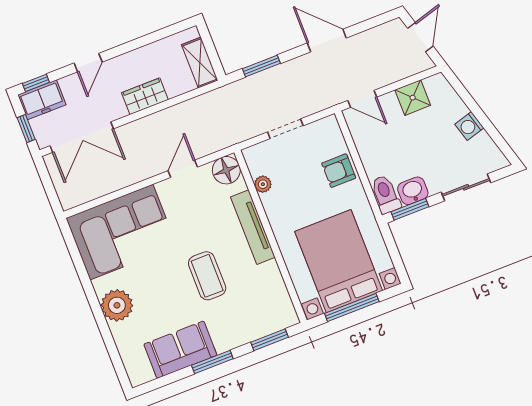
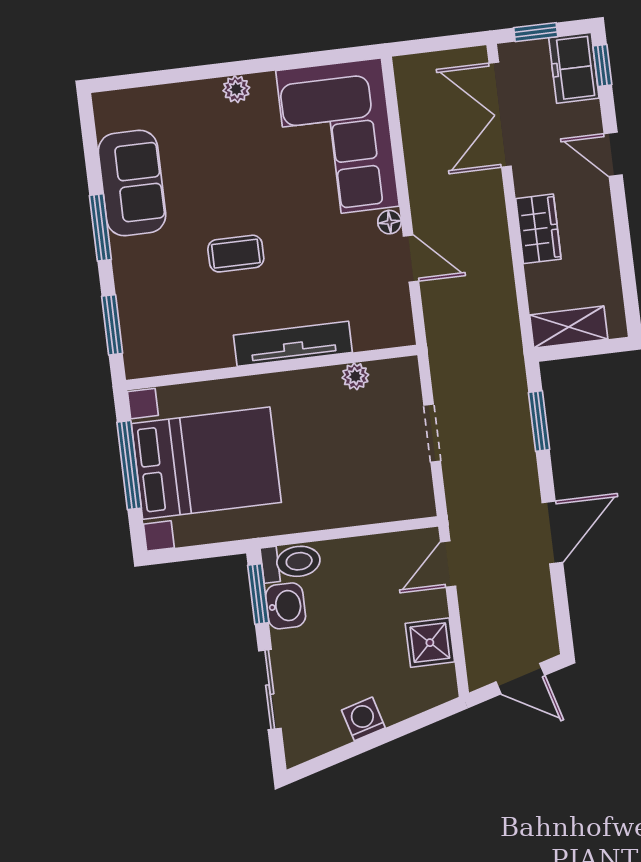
floor lamp: (226, 170) -> (389, 222), moved, width x0.53, depth x0.53
armchair: (339, 171) -> (346, 499), removed
coffee table: (207, 276) -> (236, 254), width x0.73, depth x0.77
plant: (117, 305) -> (236, 89), width x0.53, depth x0.53

